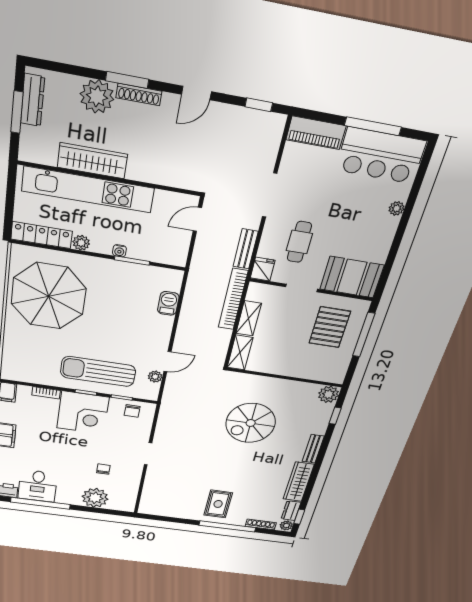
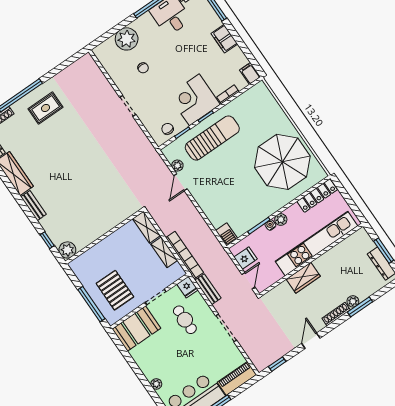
window: (127, 80) -> (360, 307), moved
plant: (97, 96) -> (353, 301), width x0.53, depth x0.53
wardrobe: (92, 161) -> (303, 278), moved, width x0.67
plant: (81, 243) -> (281, 220), moved
fridge: (177, 243) -> (245, 258), added
barbecue: (168, 303) -> (227, 234), moved
spiral stairs: (251, 423) -> (91, 187), removed
rug: (218, 504) -> (46, 108), turned 90

